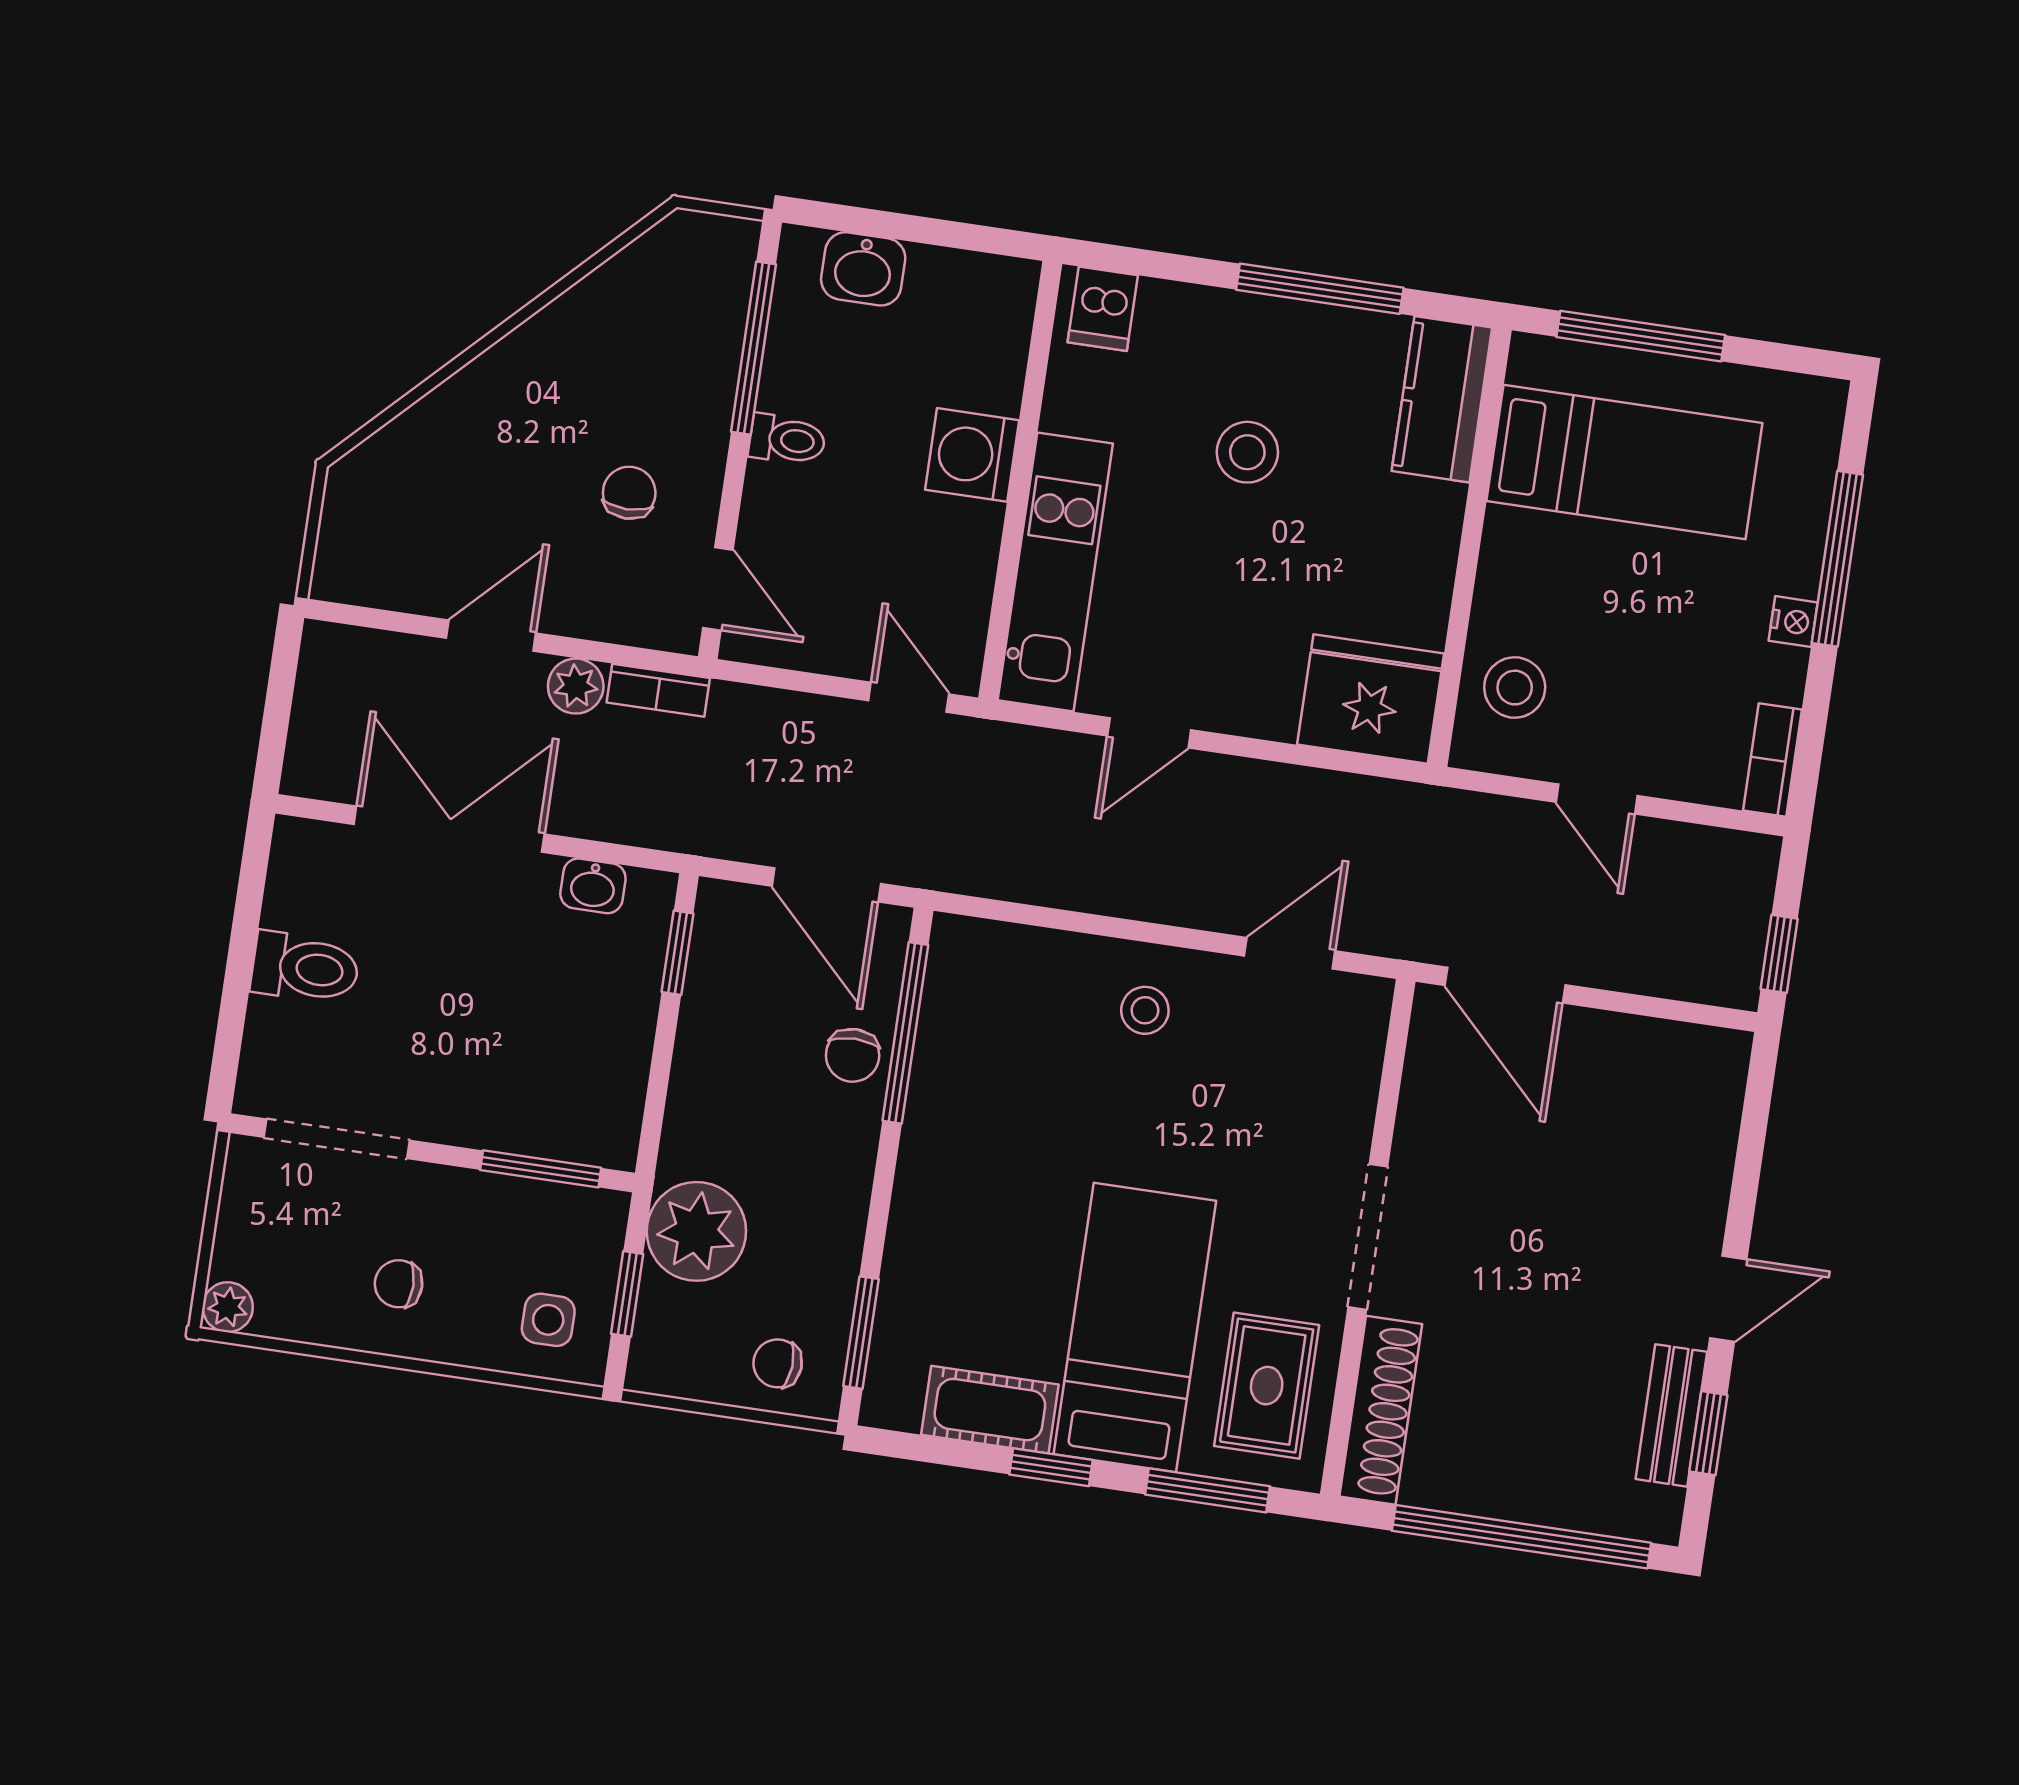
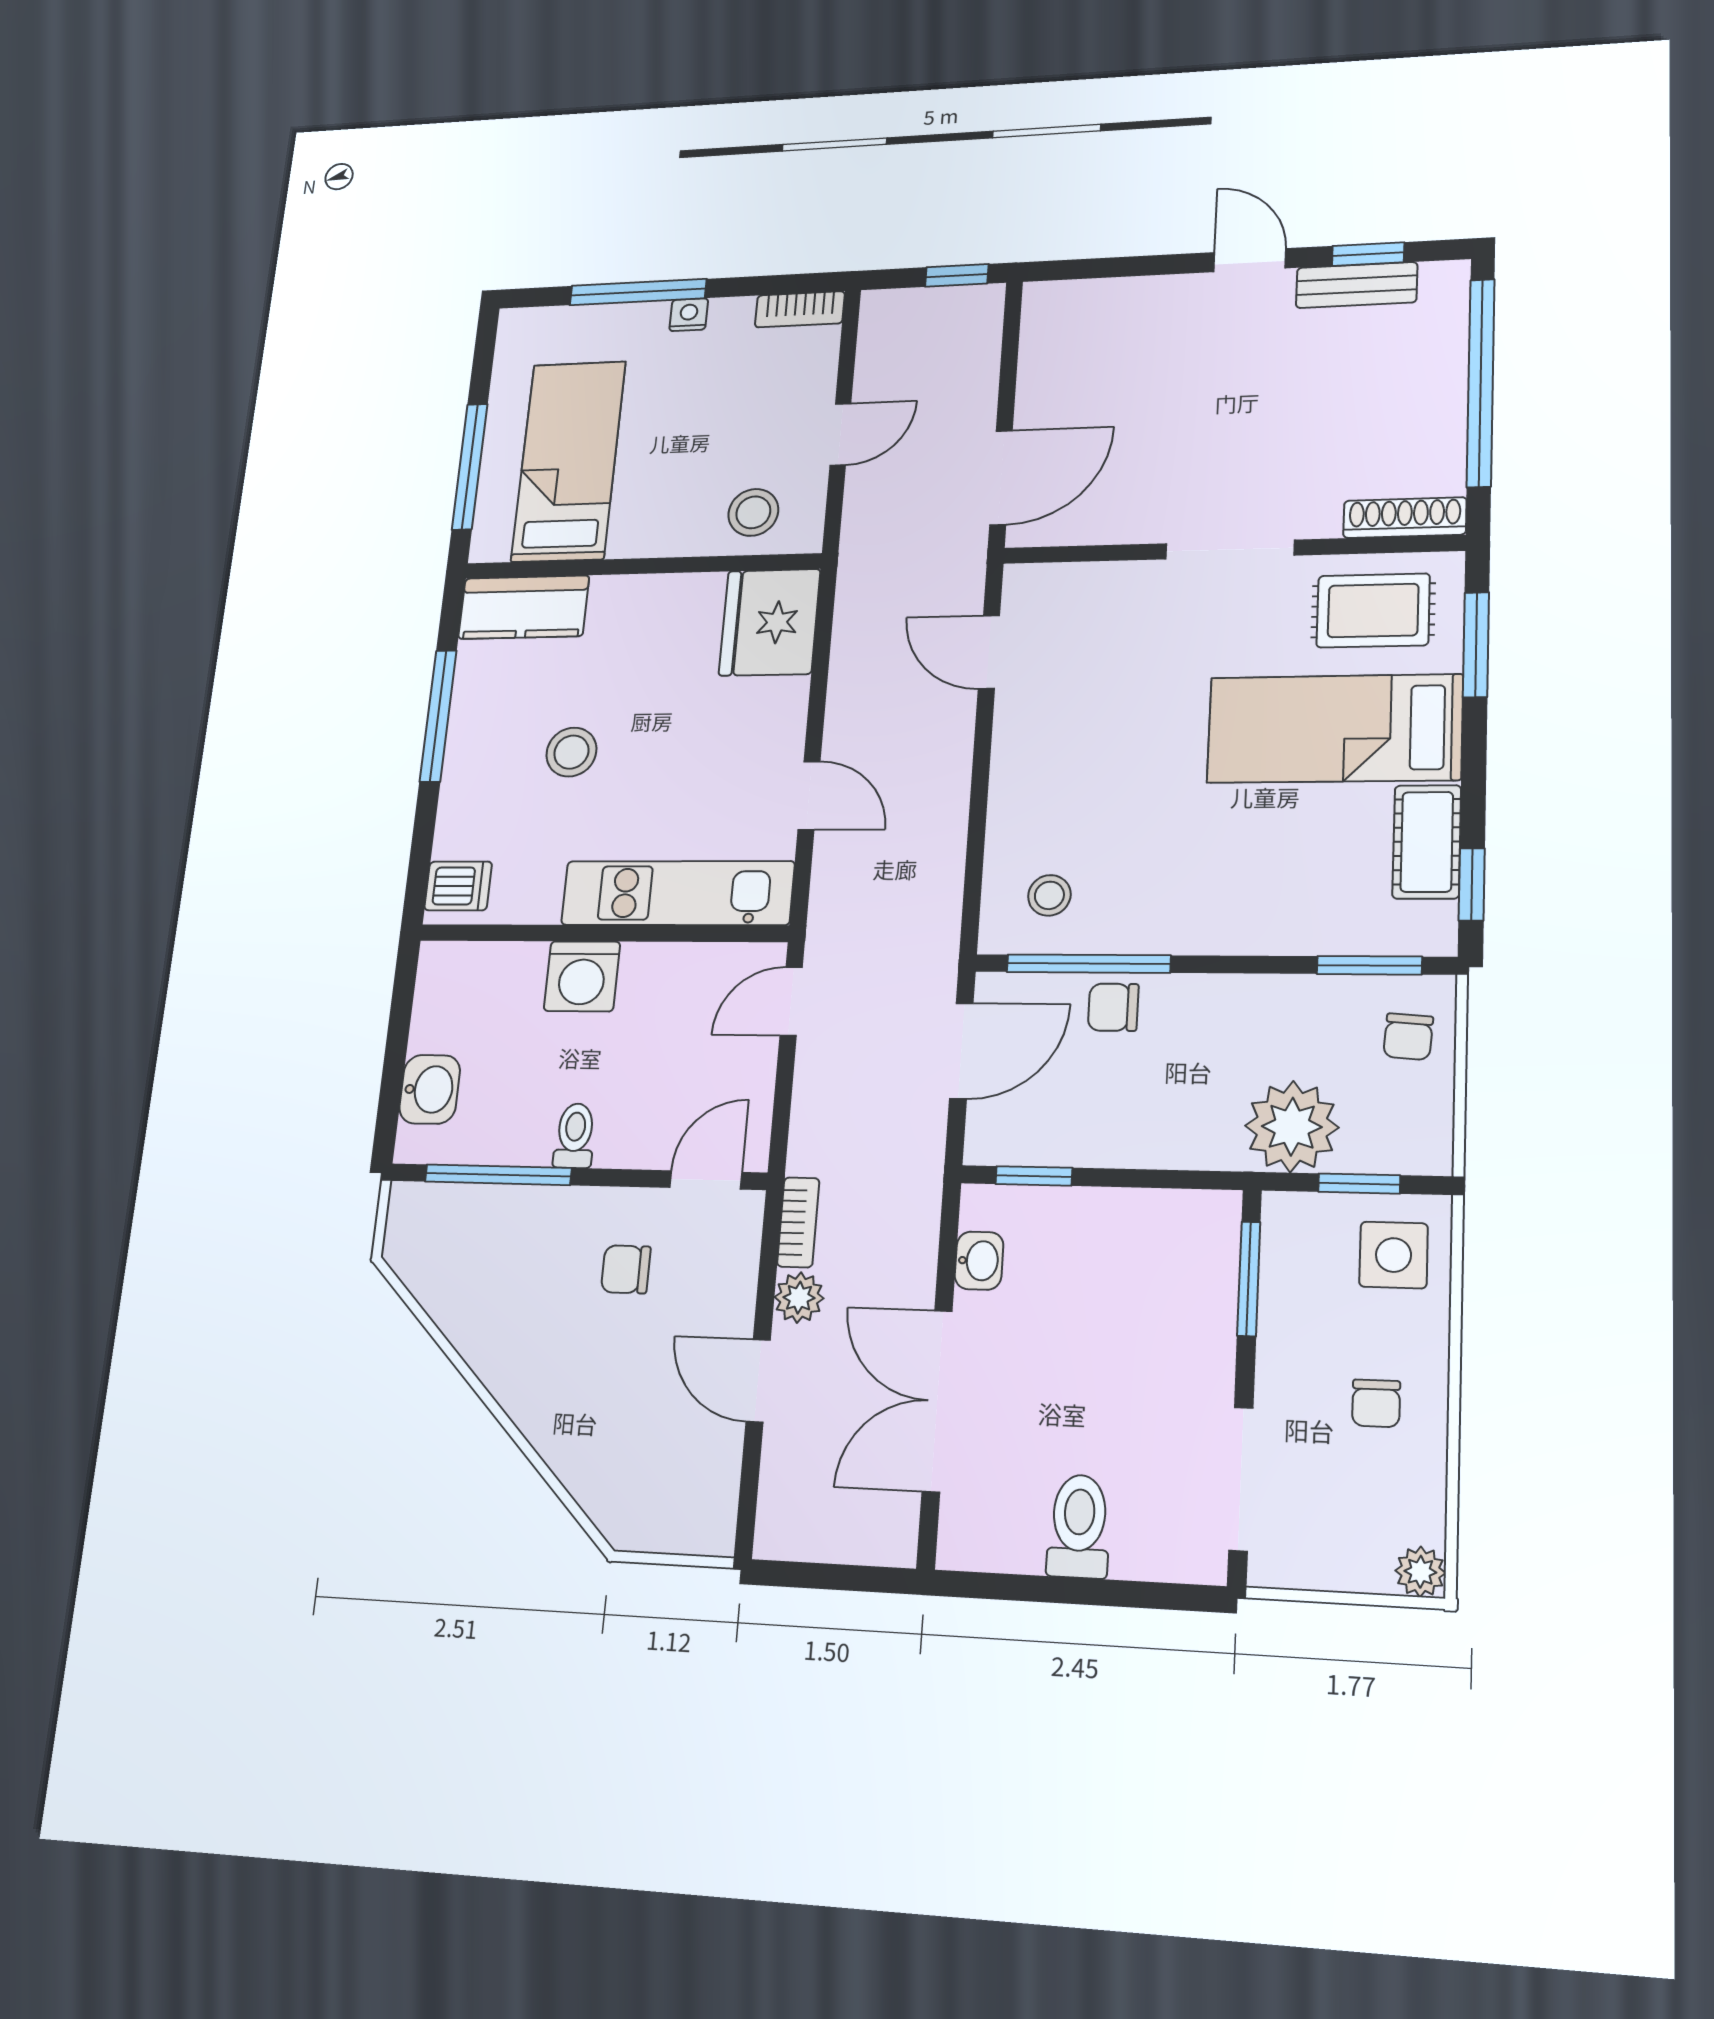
stool: (1145, 1010) -> (1049, 895), moved
chair: (853, 1055) -> (1113, 1007), turned 180
side table: (548, 1320) -> (1394, 1255), width x1.37, depth x1.37
shoe rack: (1381, 1410) -> (1405, 518), width x0.74, depth x0.81
window: (1051, 1467) -> (1472, 884), moved

